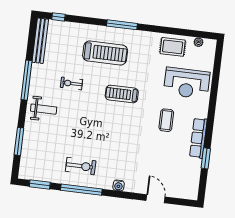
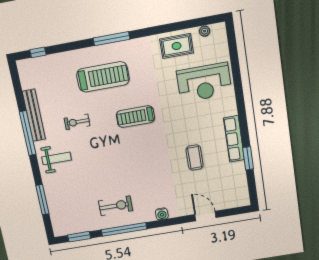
bench: (40, 41) -> (34, 115), moved
coffee table: (166, 120) -> (195, 158), moved

